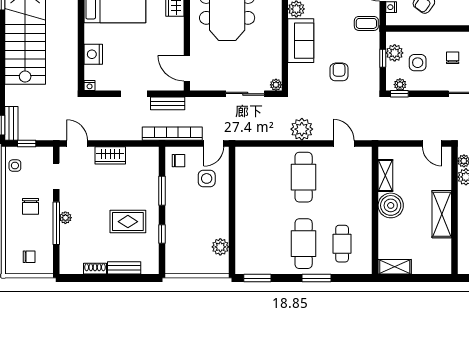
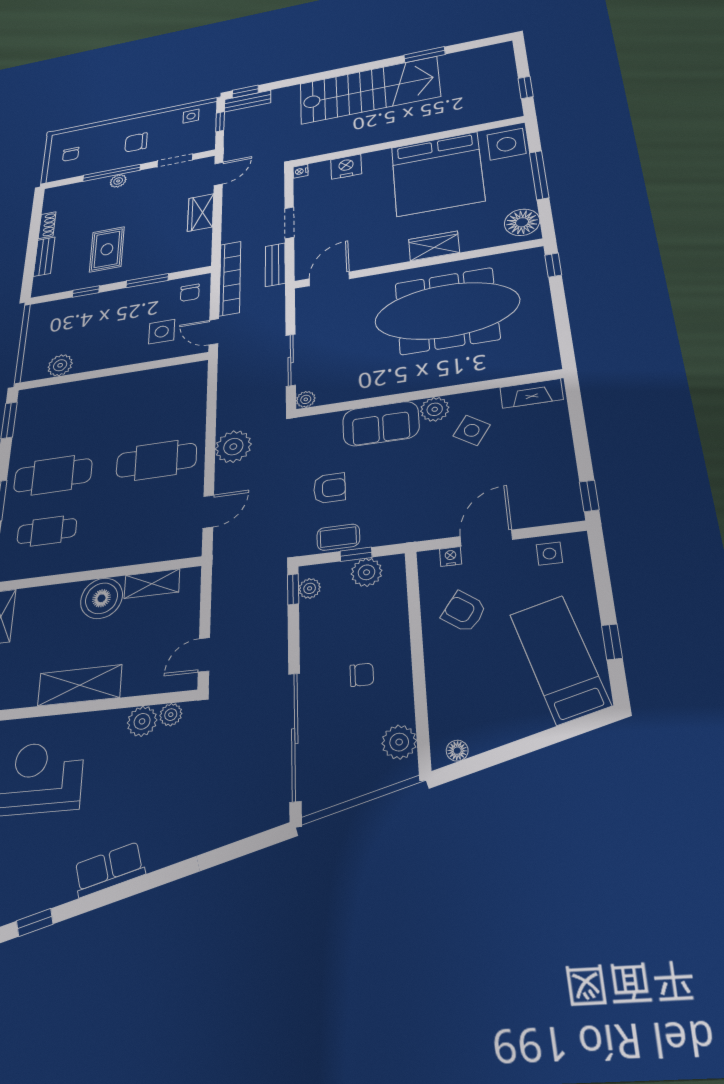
coffee table: (366, 23) -> (338, 537), moved, turned 90
side table: (418, 63) -> (350, 614), removed

